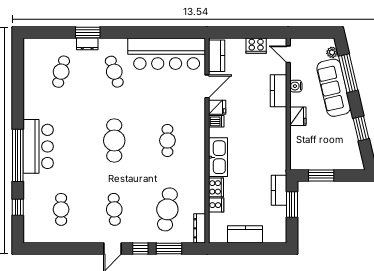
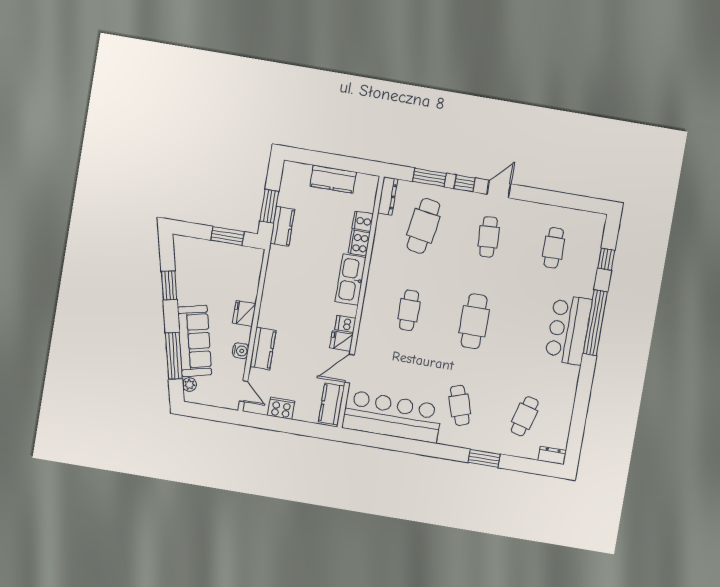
dresser: (87, 44) -> (552, 455), moved

